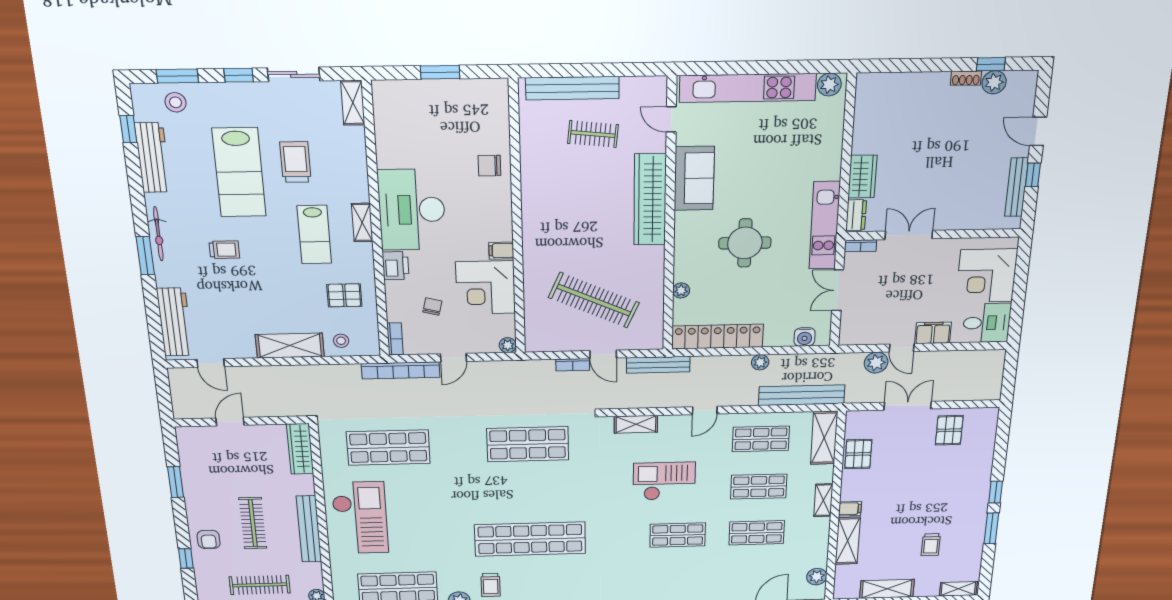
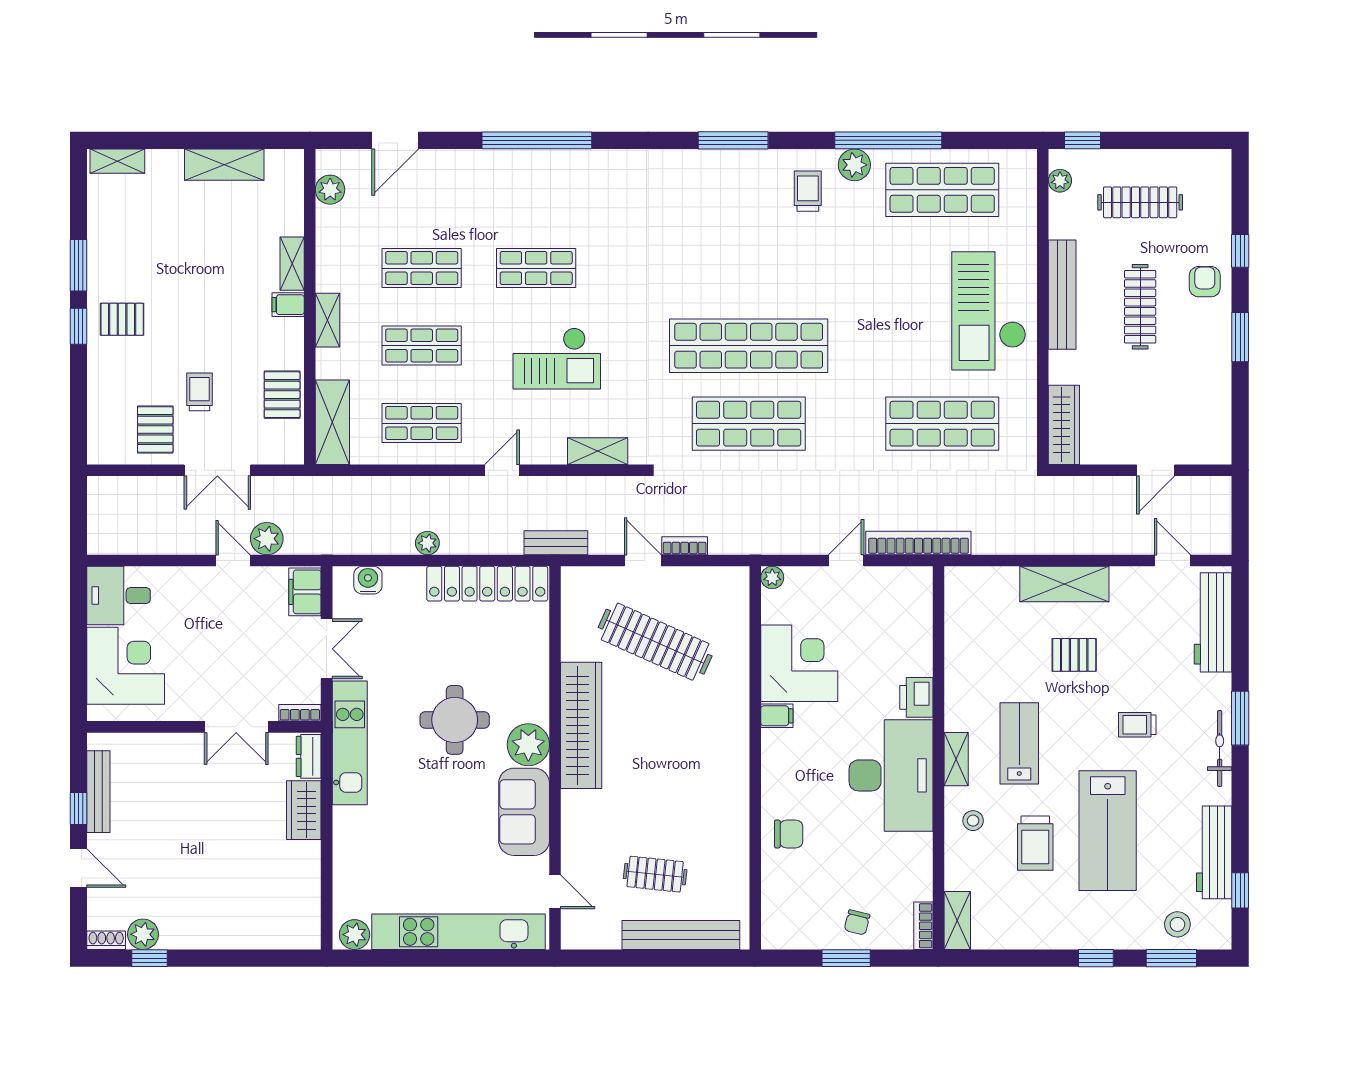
sliding door: (294, 74) -> (1028, 958), removed
shoe rack: (966, 78) -> (106, 940), moved
lab bench: (239, 172) -> (1108, 831), turned 180
wardrobe: (650, 200) -> (581, 725), moved
plant: (681, 290) -> (528, 745), moved, width x1.88, depth x1.88
pallet: (344, 295) -> (1074, 655), moved
chair: (432, 306) -> (857, 922), moved
filing cabinet: (933, 333) -> (305, 592), moved, turned 90
bookcase: (395, 339) -> (923, 926), moved
stool: (341, 341) -> (973, 821), moved
bench: (658, 365) -> (556, 543), width x0.73
bench: (802, 395) -> (368, 491), removed
window: (176, 482) -> (1240, 337), moved
pallet: (965, 497) -> (122, 319), added
shop shelf: (530, 539) -> (749, 346), moved
shelving: (848, 541) -> (292, 264), width x0.67, depth x0.75
trolley: (931, 545) -> (199, 392), moved

